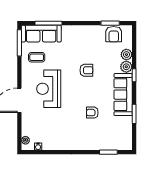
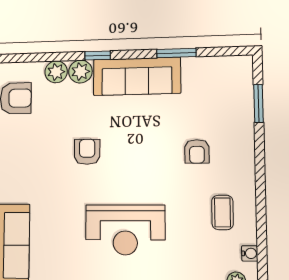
coffee table: (37, 57) -> (223, 212), moved
armchair: (92, 113) -> (197, 151), moved

